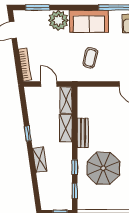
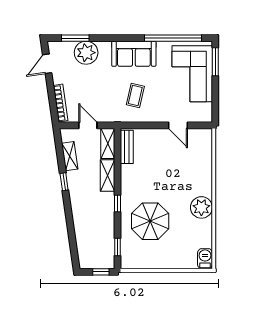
plant: (58, 20) -> (86, 53), moved
bench: (83, 133) -> (127, 147), moved
shelving: (40, 160) -> (70, 156), moved
window: (75, 167) -> (118, 203), moved

